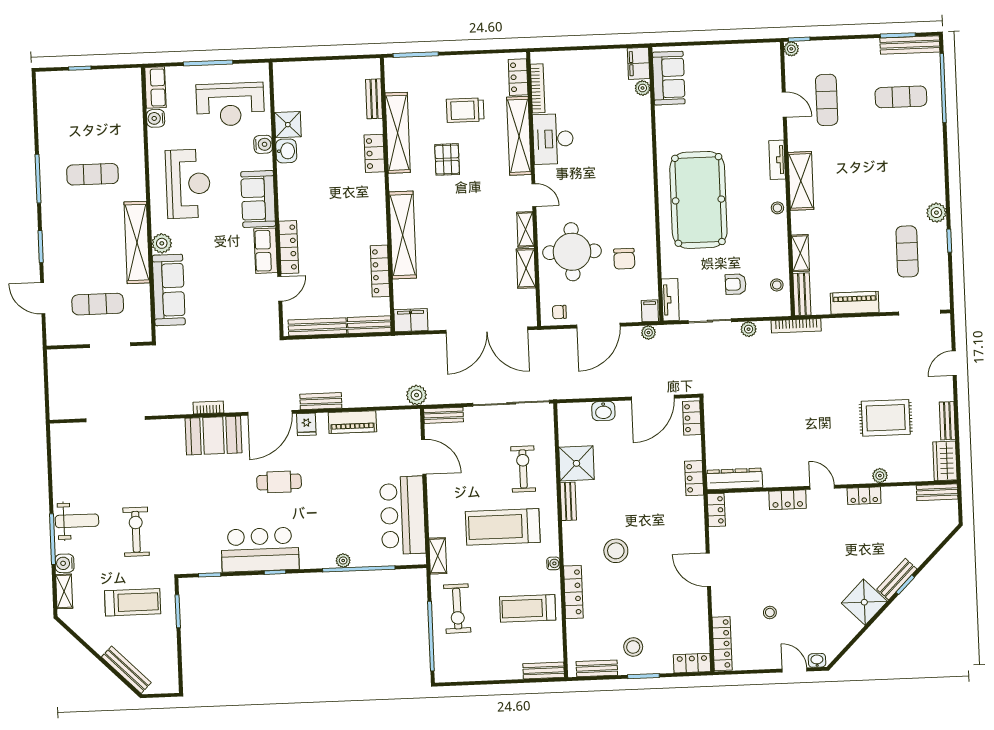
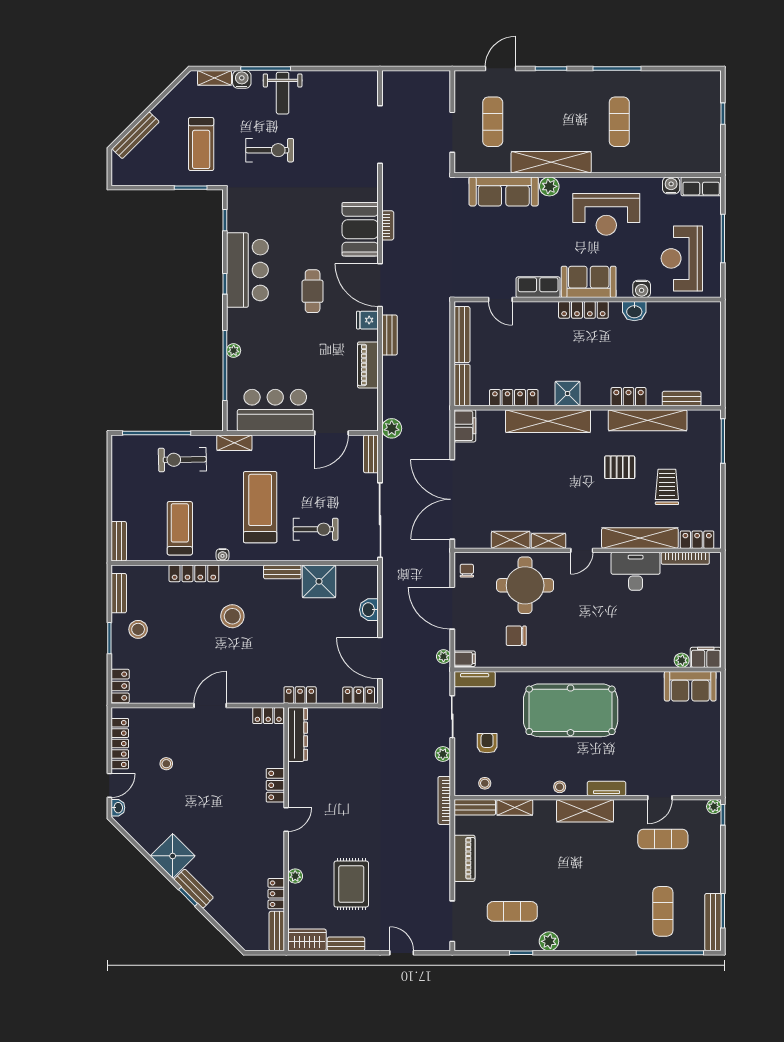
shower: (288, 125) -> (568, 394), moved
locker: (289, 247) -> (583, 310), moved
locker: (864, 496) -> (276, 894), moved
locker: (722, 644) -> (120, 744), moved, turned -90

